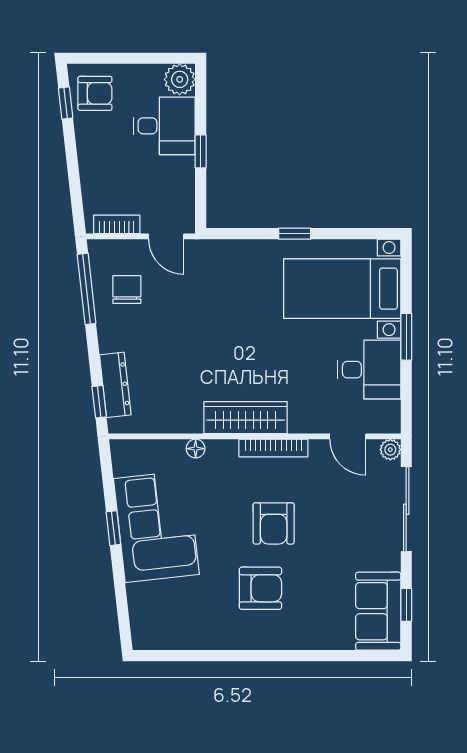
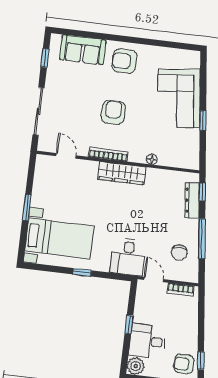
window: (87, 289) -> (202, 239), moved
desk: (369, 370) -> (128, 257), moved, turned -90
plant: (390, 450) -> (43, 146), removed
corner sofa: (156, 526) -> (179, 98), moved
armchair: (260, 588) -> (124, 61), moved
sofa: (378, 611) -> (83, 50), moved, turned 90

